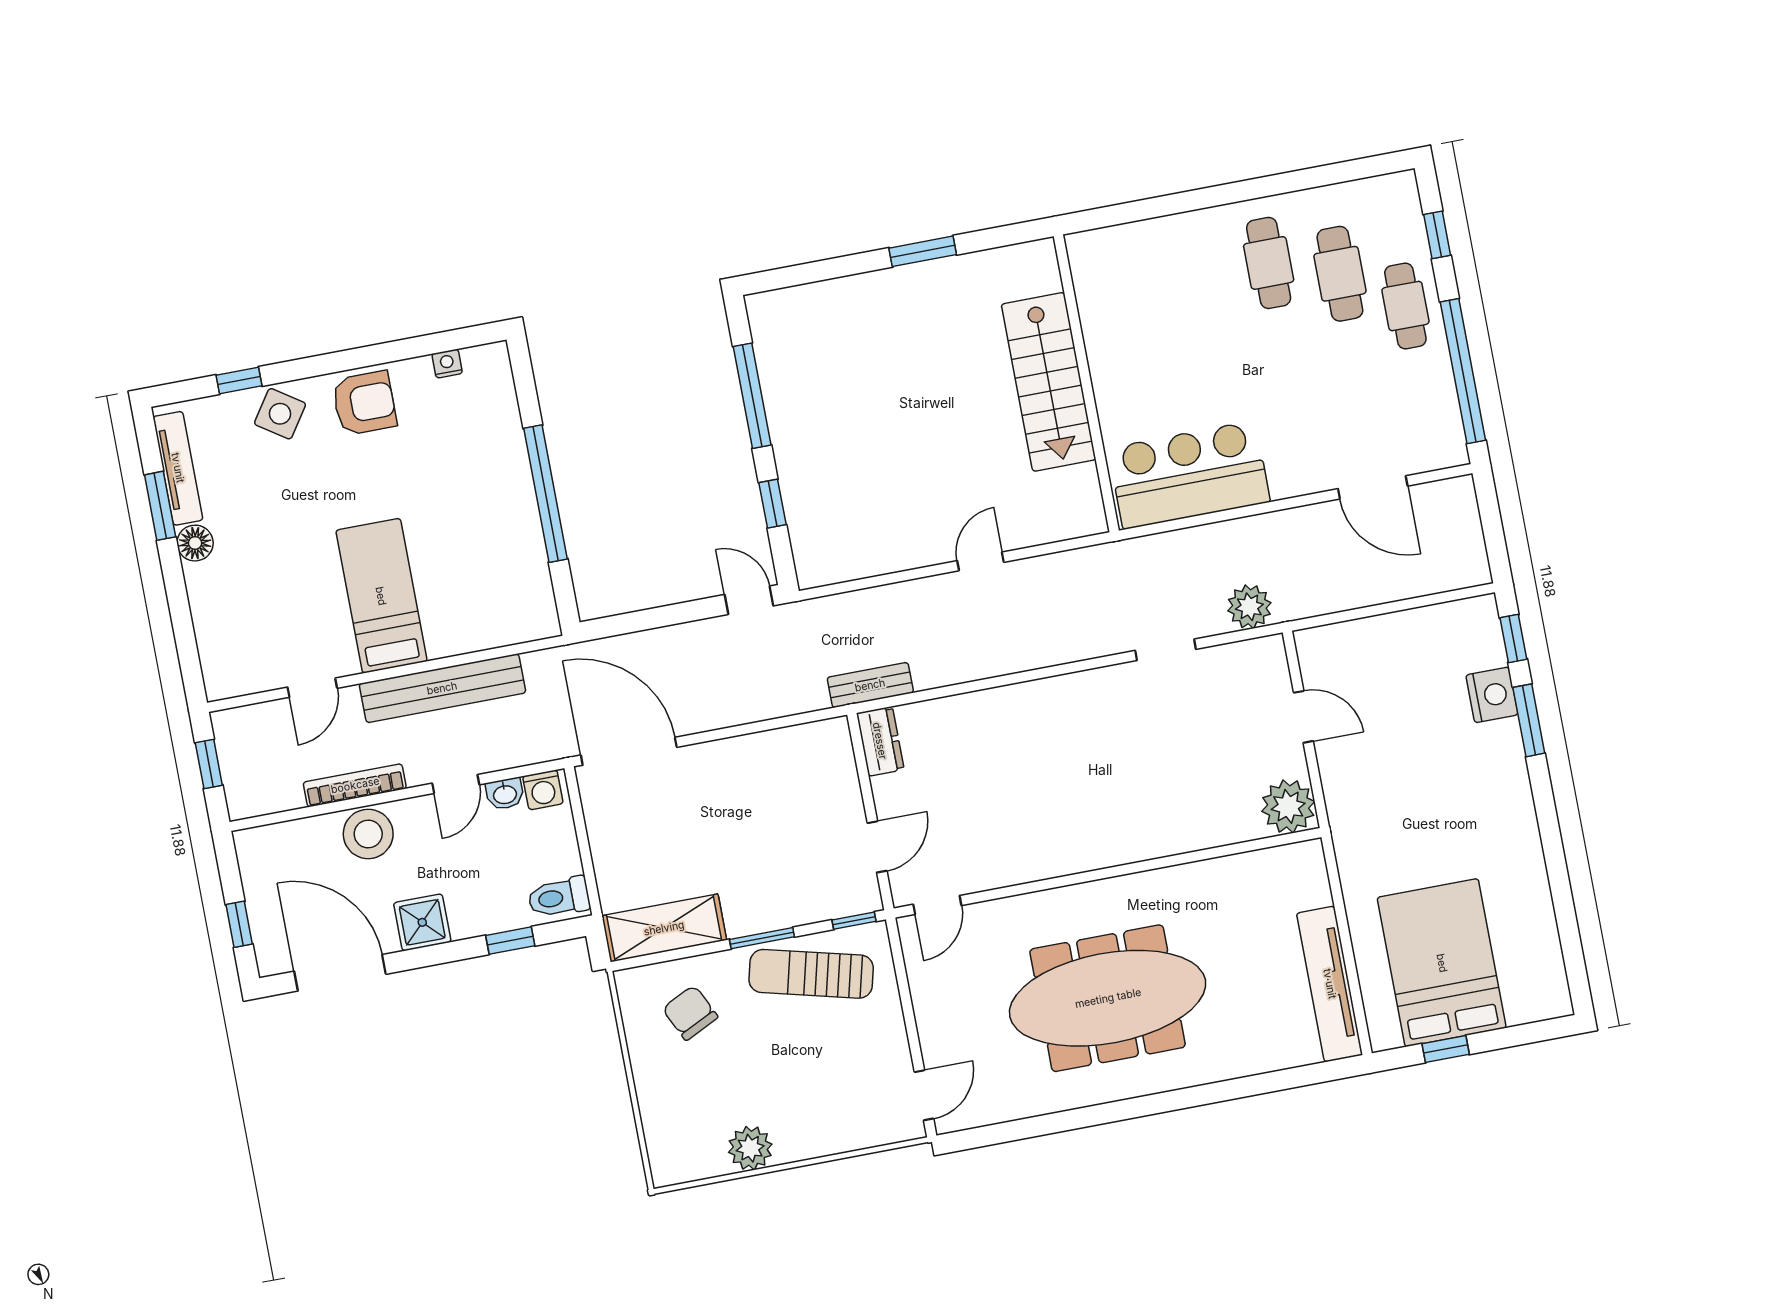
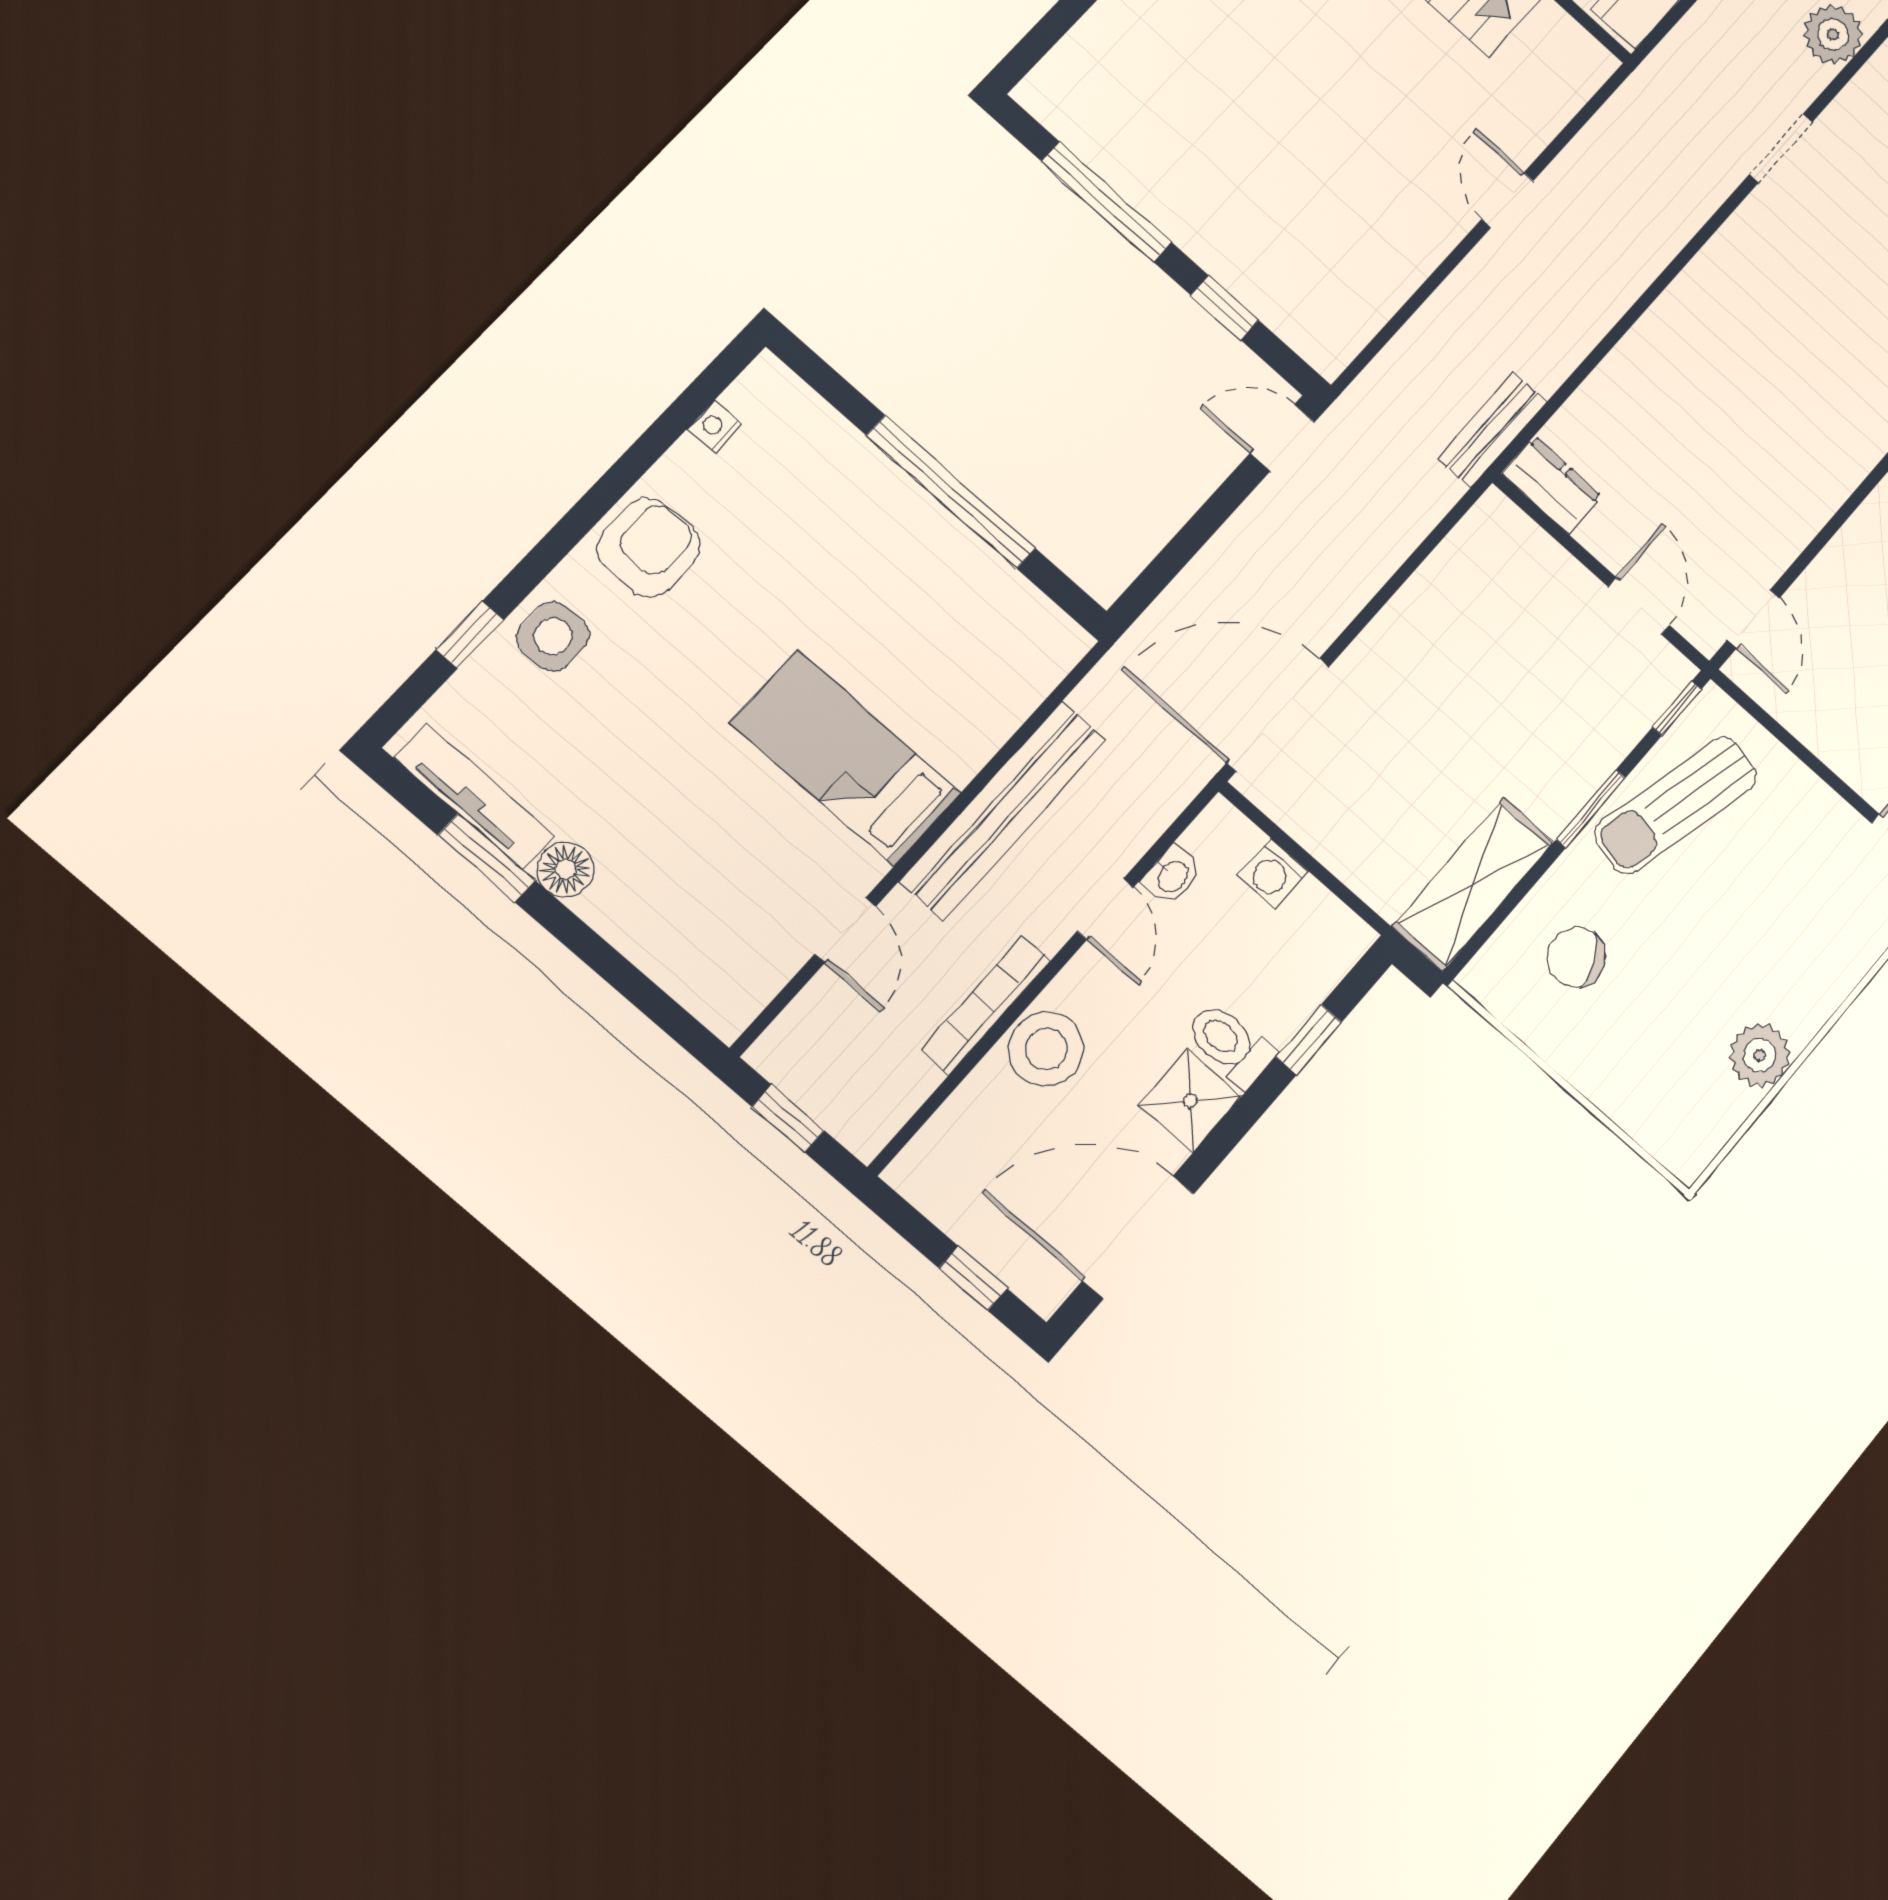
side table: (280, 414) -> (553, 636), turned -34
washing machine: (543, 790) -> (1273, 874), moved, turned 90
toilet: (559, 897) -> (1230, 1044), moved, turned 90

